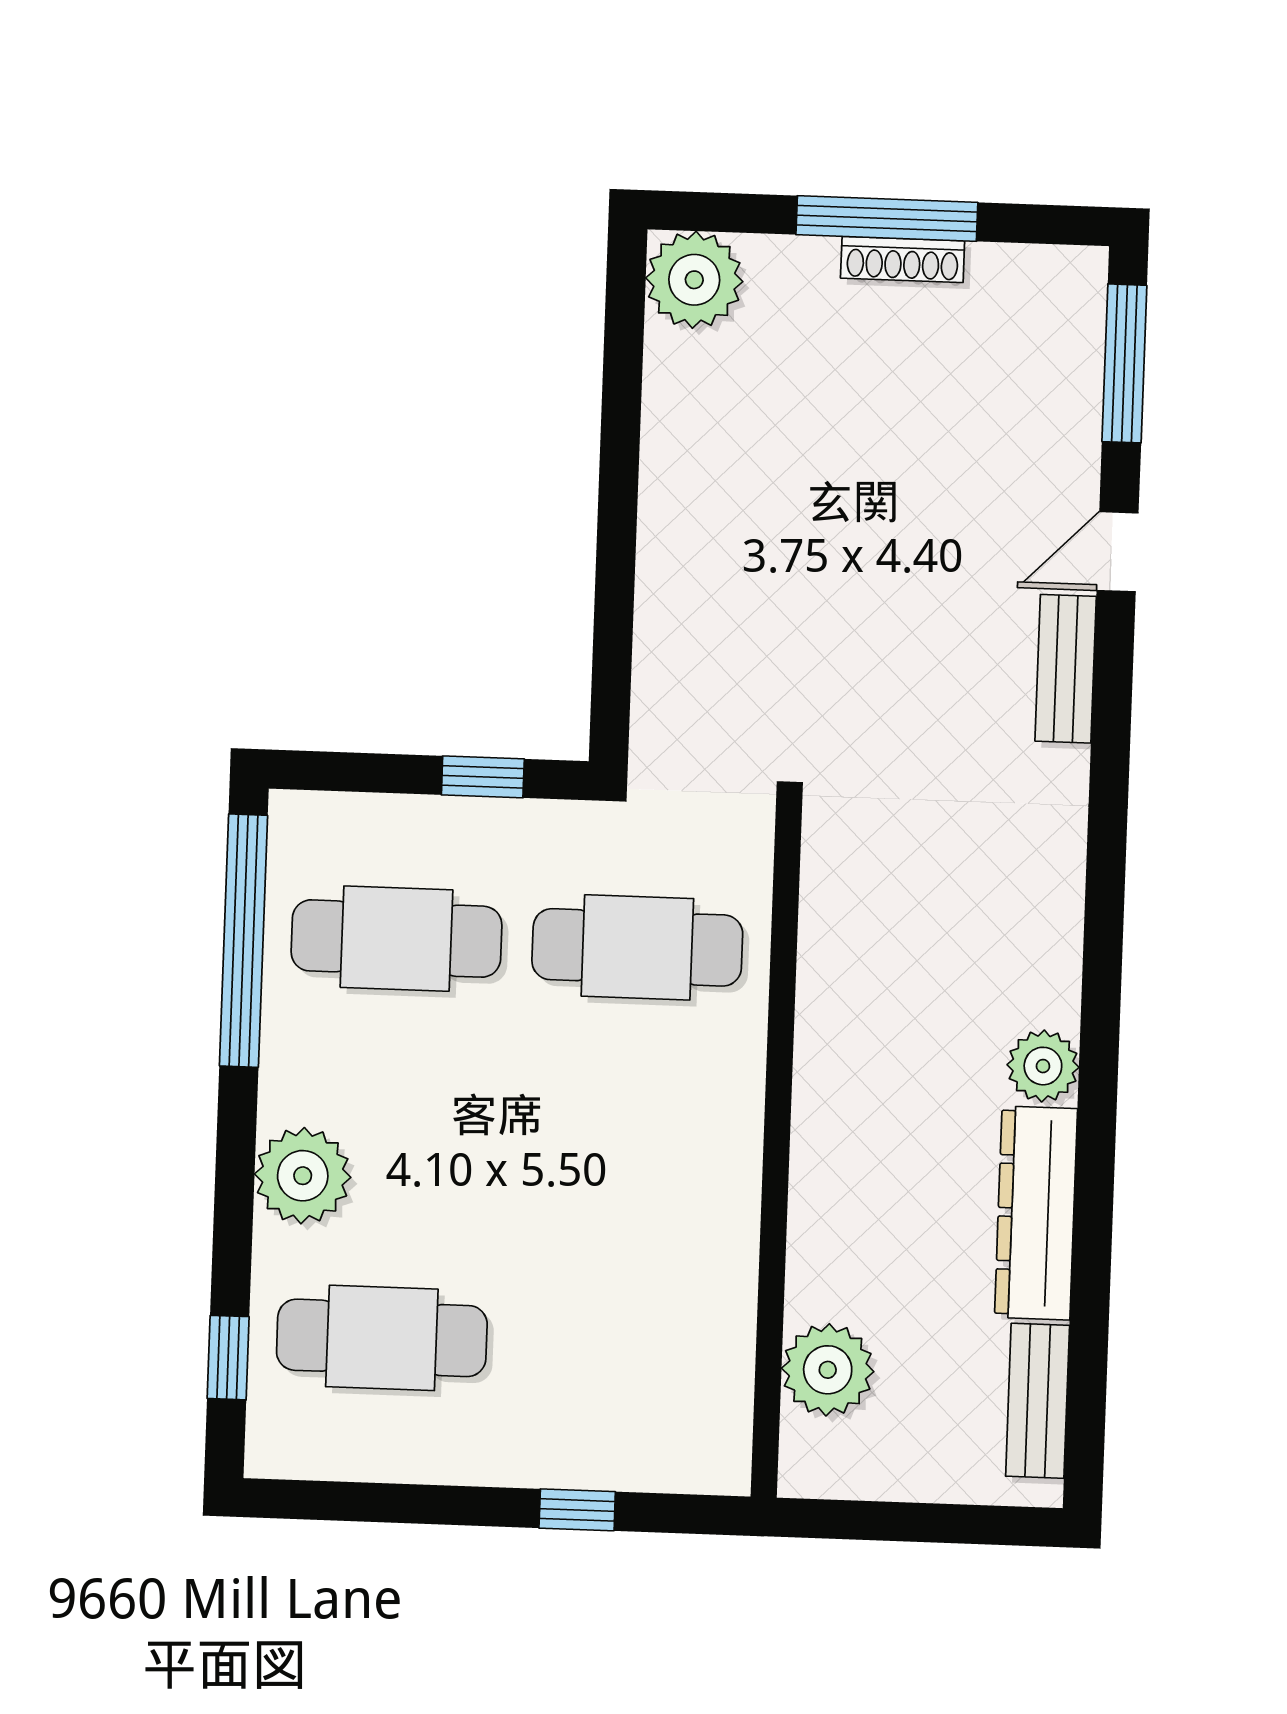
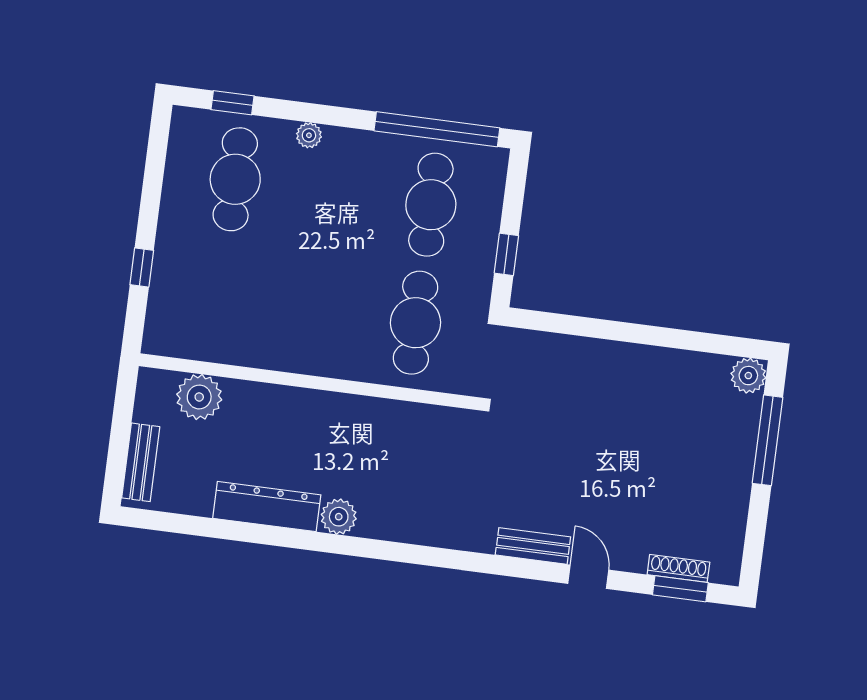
window: (887, 219) -> (767, 440), moved
shoe rack: (903, 259) -> (678, 568), moved, turned 90
plant: (694, 280) -> (748, 376), width x0.73, depth x0.73
window: (1124, 363) -> (680, 589), width x0.69
plant: (303, 1176) -> (309, 135), width x0.53, depth x0.53
bench: (1038, 1401) -> (141, 462), moved, turned 90

